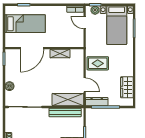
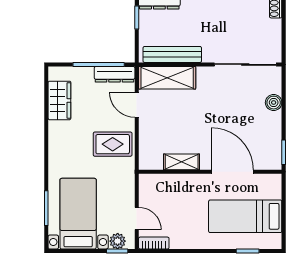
door: (32, 48) -> (232, 172), hinge flipped

